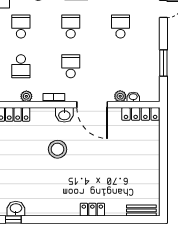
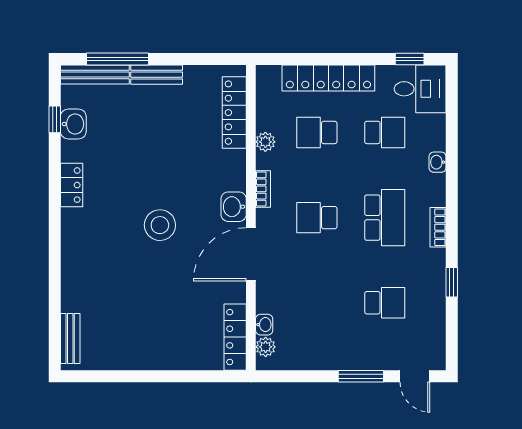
school desk: (71, 26) -> (385, 218), width x1.85
window: (163, 63) -> (361, 376), moved
school desk: (71, 66) -> (317, 218), turned 180
plant: (120, 96) -> (266, 347), moved
stool: (58, 149) -> (160, 225), moved
locker: (92, 210) -> (72, 185), moved

